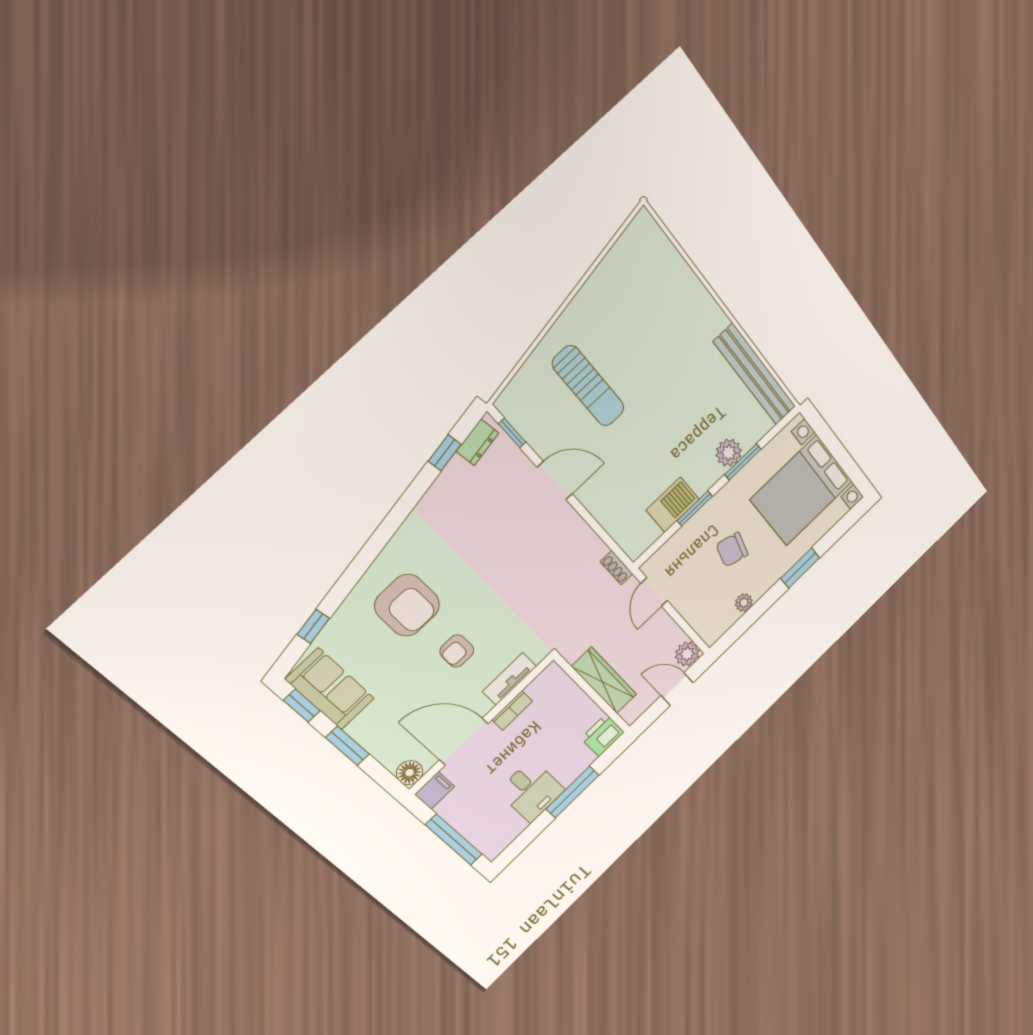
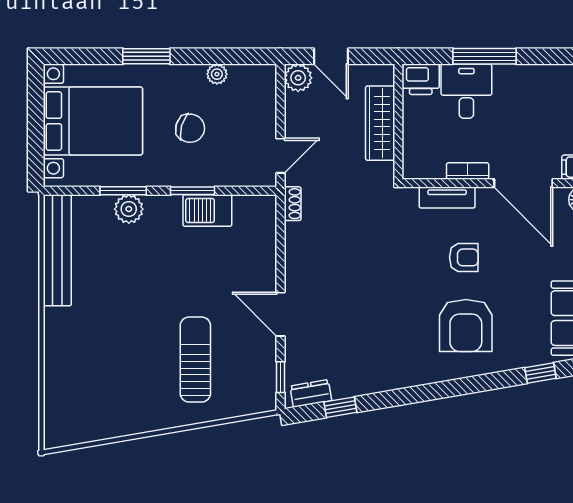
armchair: (407, 605) -> (466, 325), turned 180
desk: (531, 791) -> (466, 91), moved

